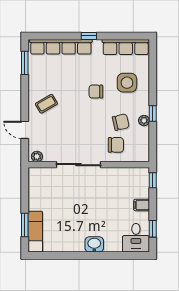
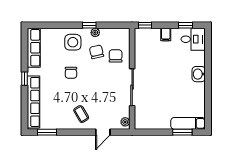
side table: (127, 83) -> (73, 42), moved

